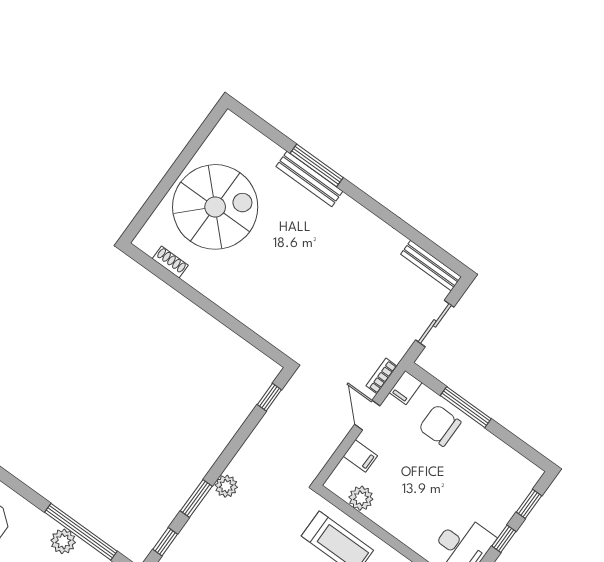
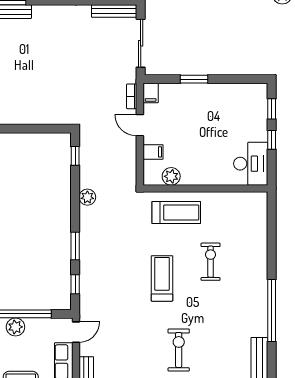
sliding door: (435, 323) -> (141, 43), width x1.37
window: (466, 407) -> (194, 79), width x0.69
chair: (440, 425) -> (187, 101), removed
plant: (226, 486) -> (87, 197), moved

